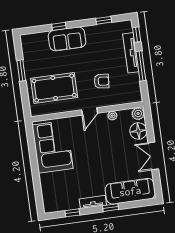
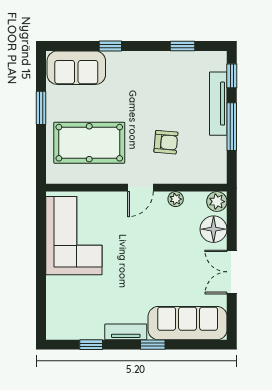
sofa: (67, 39) -> (76, 68), moved

